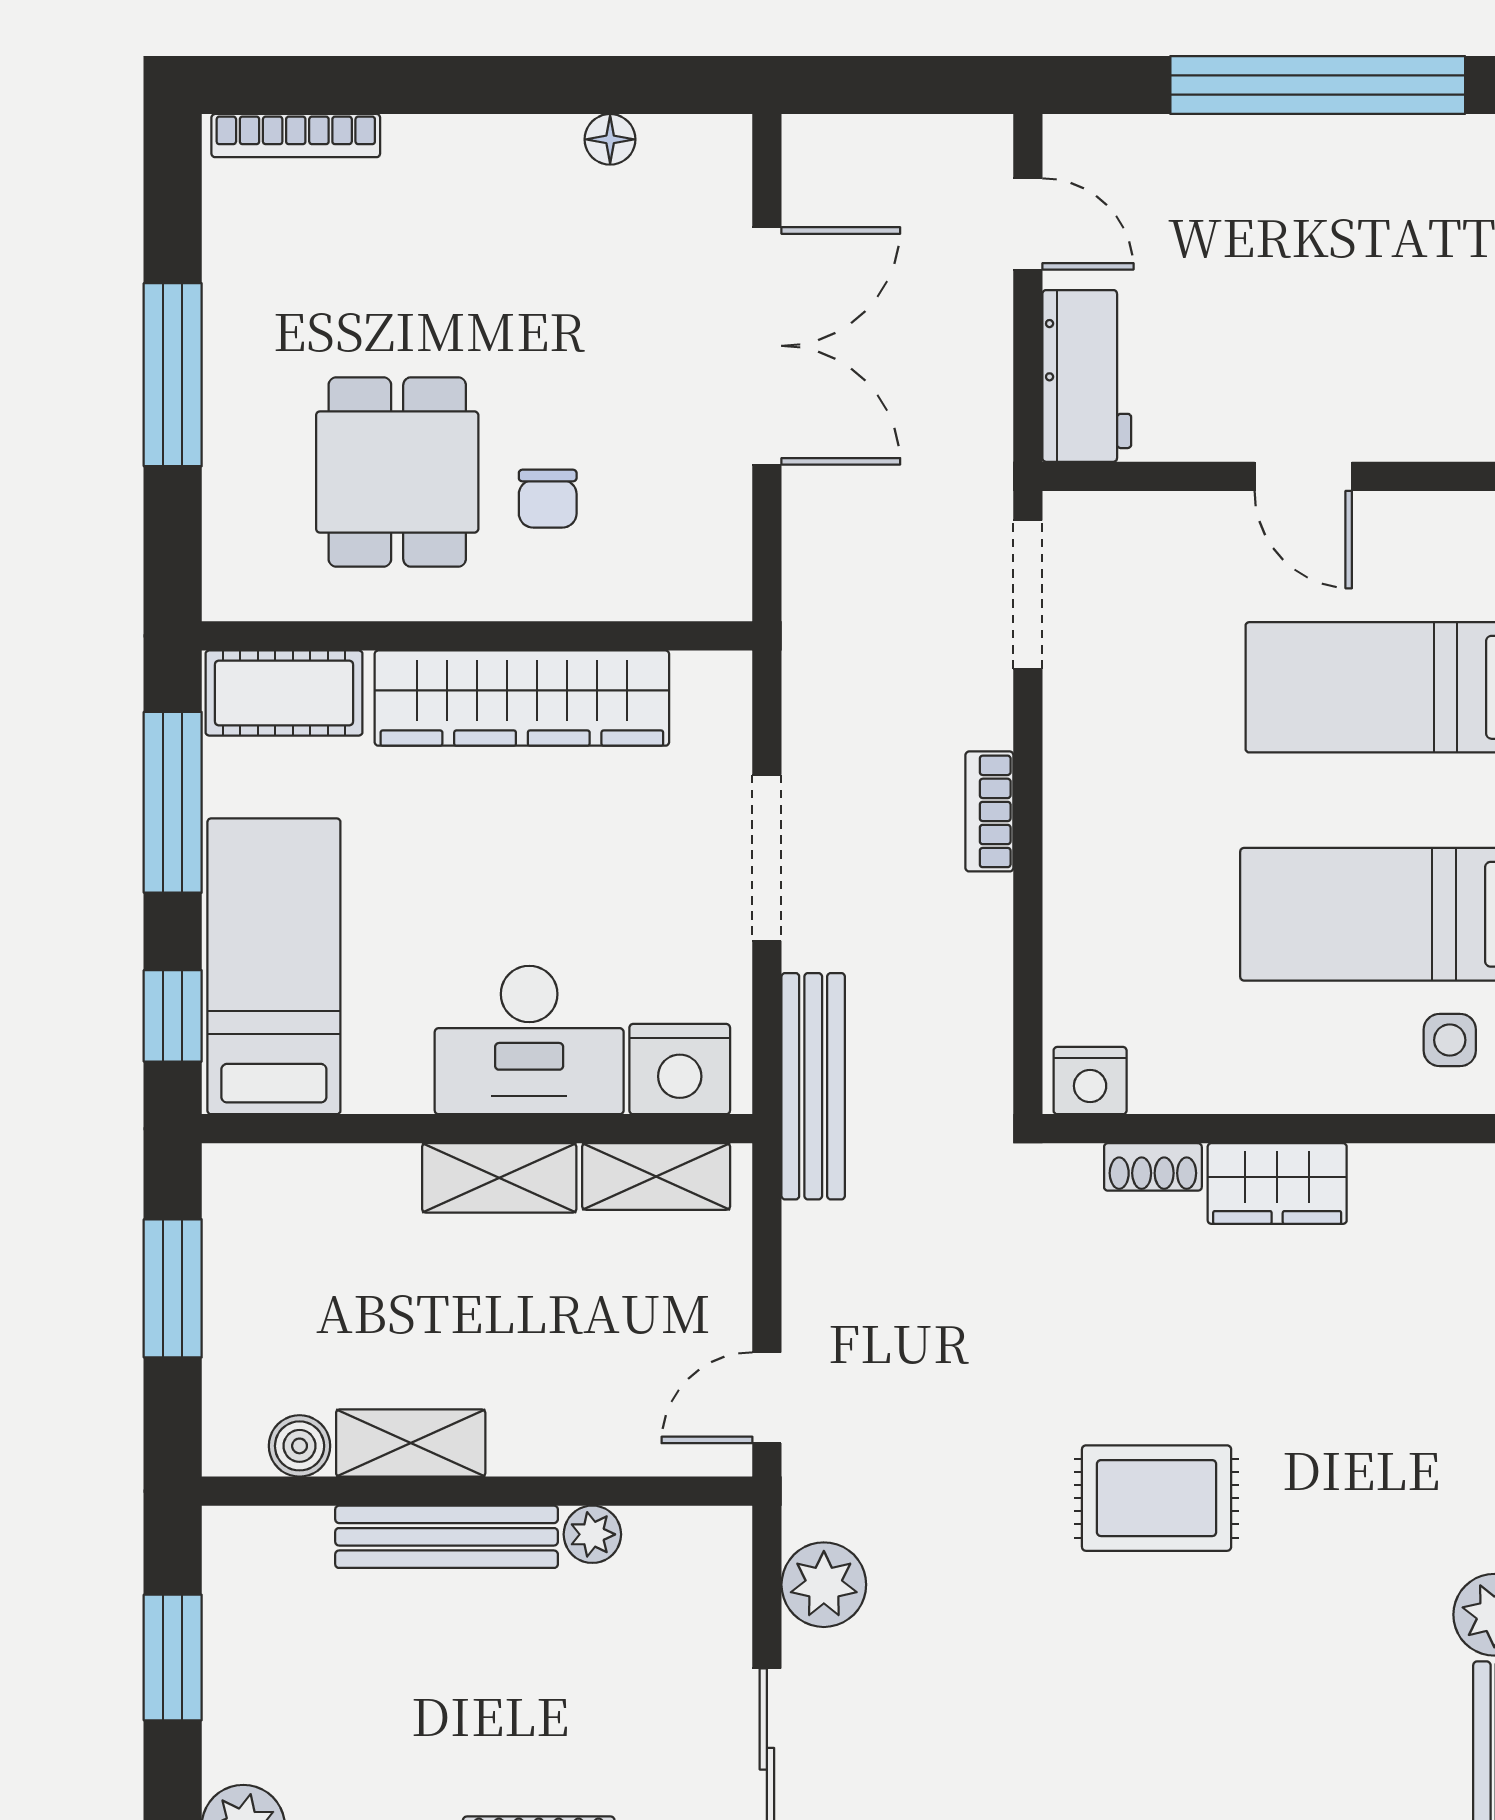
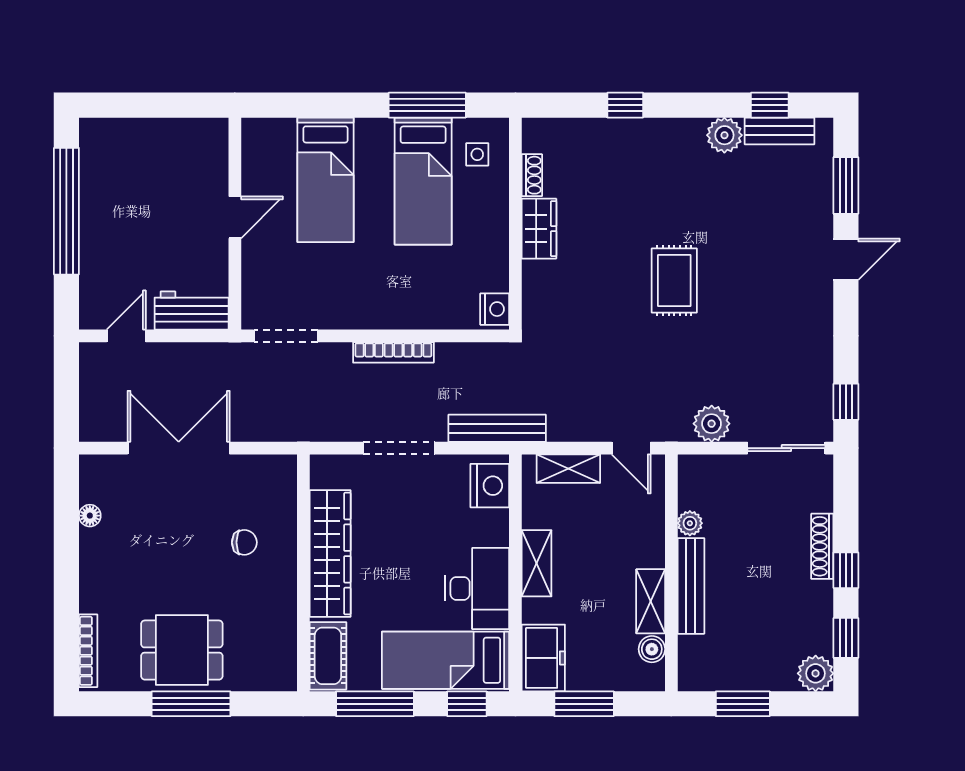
dining table: (397, 472) -> (182, 650), moved
bookcase: (989, 811) -> (393, 352), width x1.56
desk: (529, 1040) -> (477, 588), moved
shoe rack: (1153, 1167) -> (532, 175), moved
shelving: (656, 1176) -> (568, 469), moved, turned 90
freezer: (279, 1194) -> (543, 658), added

